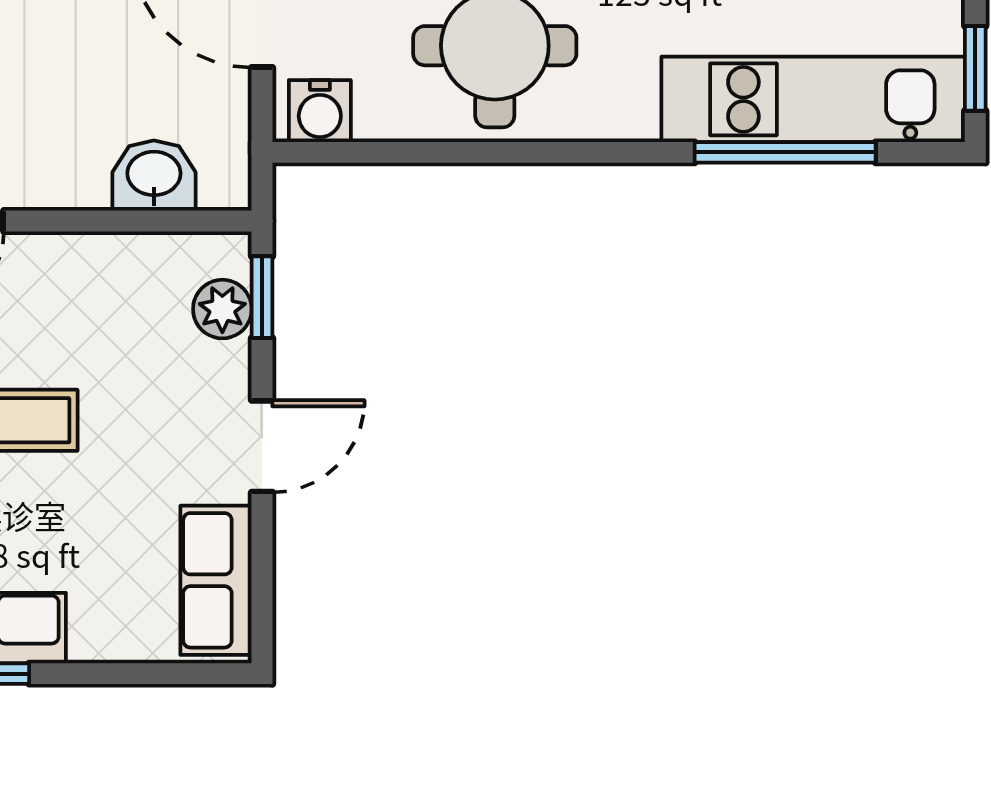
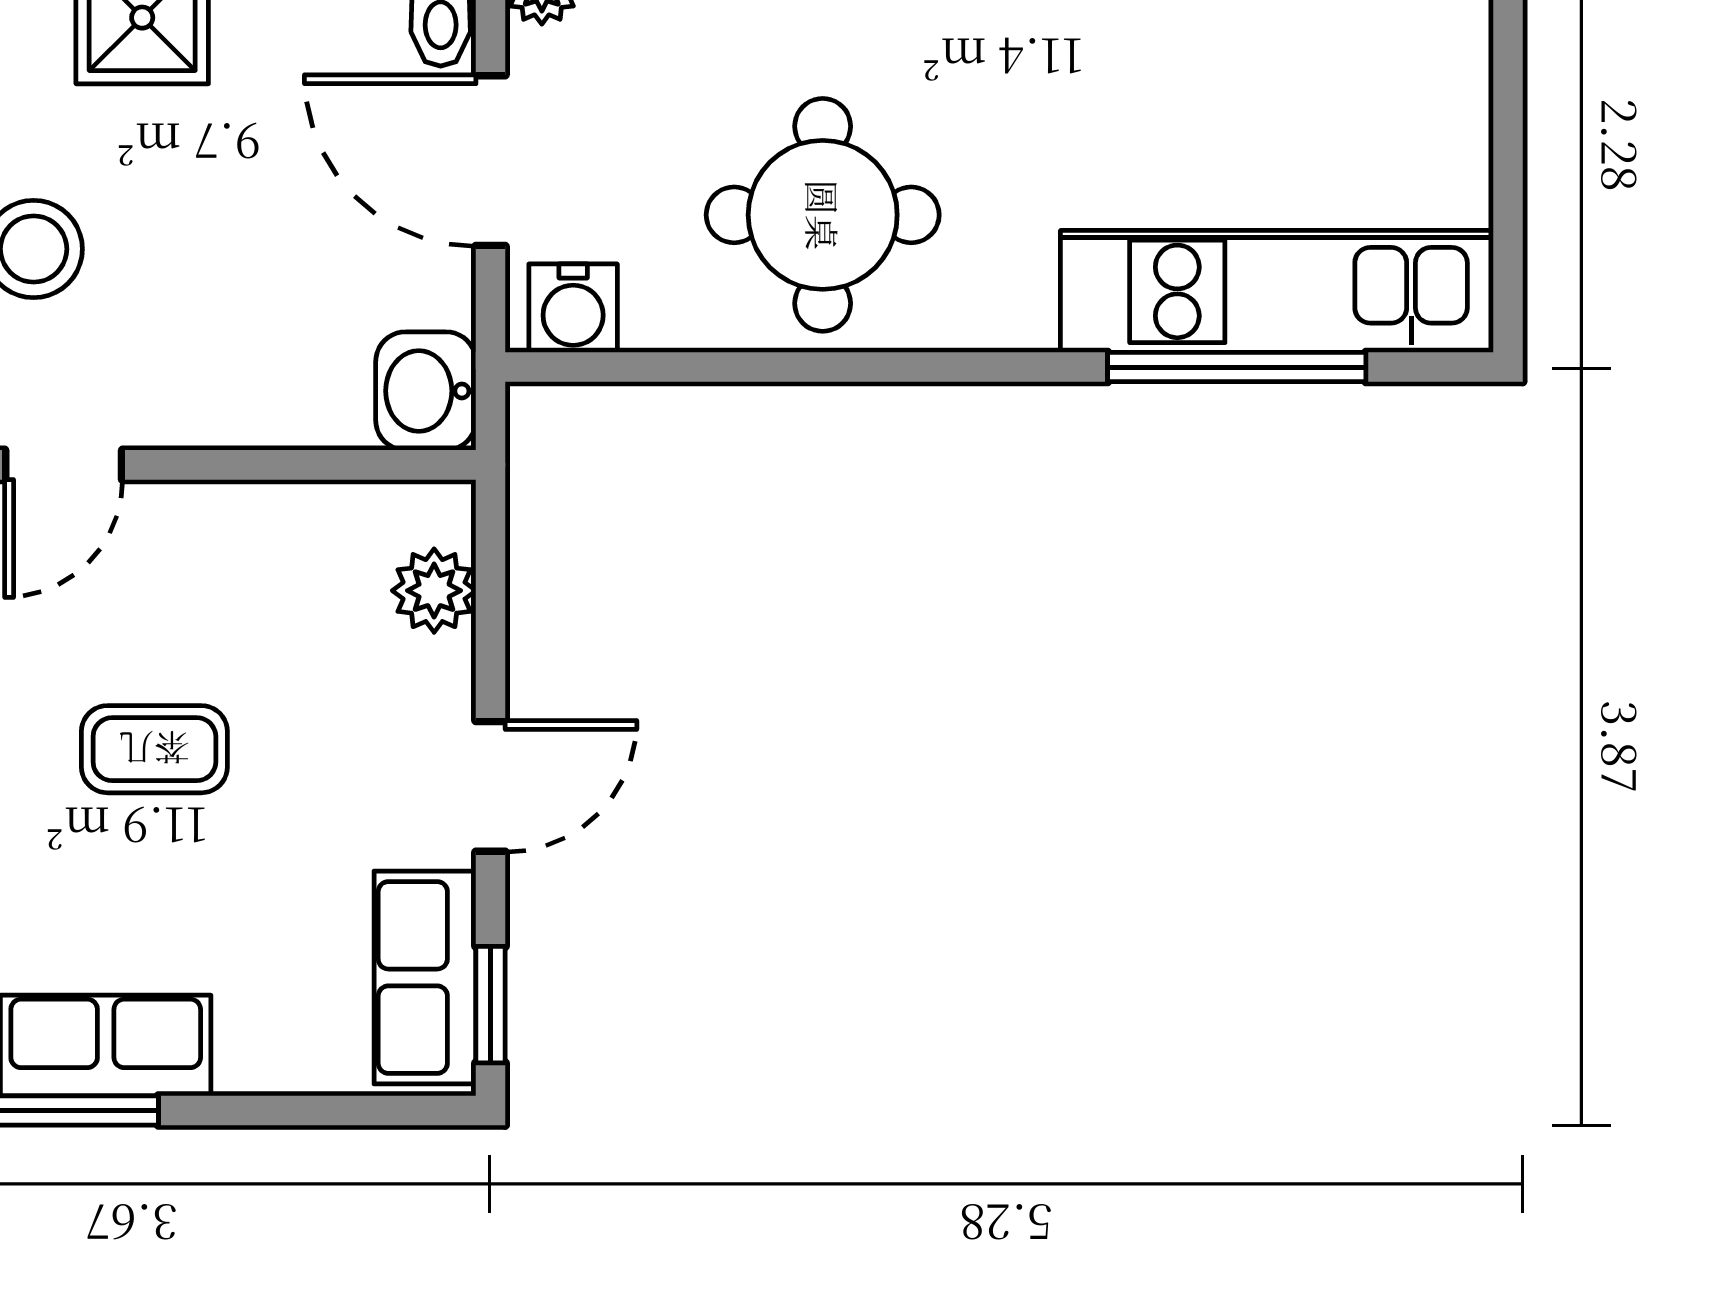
window: (975, 68) -> (1508, 247), removed
washbasin: (154, 176) -> (426, 391), moved, turned -90
window: (262, 297) -> (491, 1005), moved

